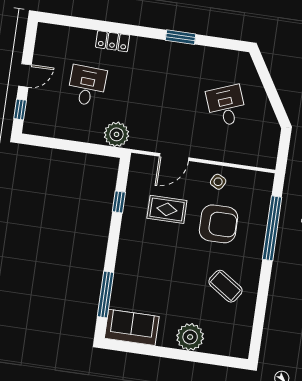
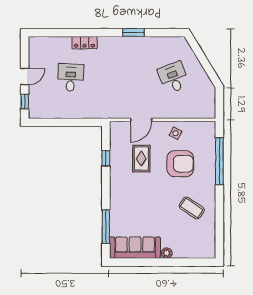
plant: (116, 134) -> (97, 110), removed
rug: (167, 209) -> (141, 159), turned 90
sofa: (132, 327) -> (135, 248), width x1.36
plant: (190, 337) -> (167, 253), width x0.53, depth x0.53

